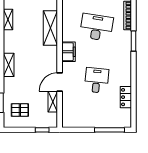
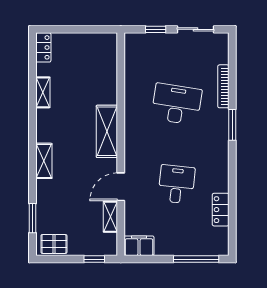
shelving: (50, 28) -> (107, 131), moved
filing cabinet: (68, 52) -> (139, 246), moved, turned -90
pallet: (20, 110) -> (54, 244), moved

